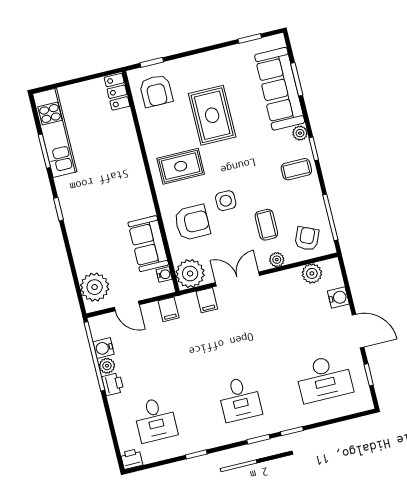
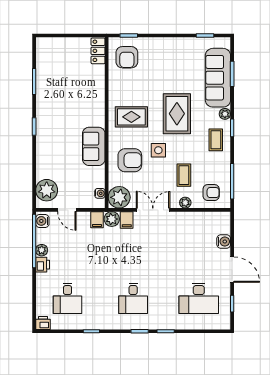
rug: (212, 115) -> (177, 114), moved
kitchen unit: (55, 133) -> (45, 70), removed
coffee table: (296, 169) -> (216, 140), turned 90
armchair: (307, 239) -> (211, 193), turned 66
sofa: (148, 244) -> (94, 146), moved
plant: (312, 273) -> (112, 219), moved
water cooler: (104, 348) -> (42, 221), moved

